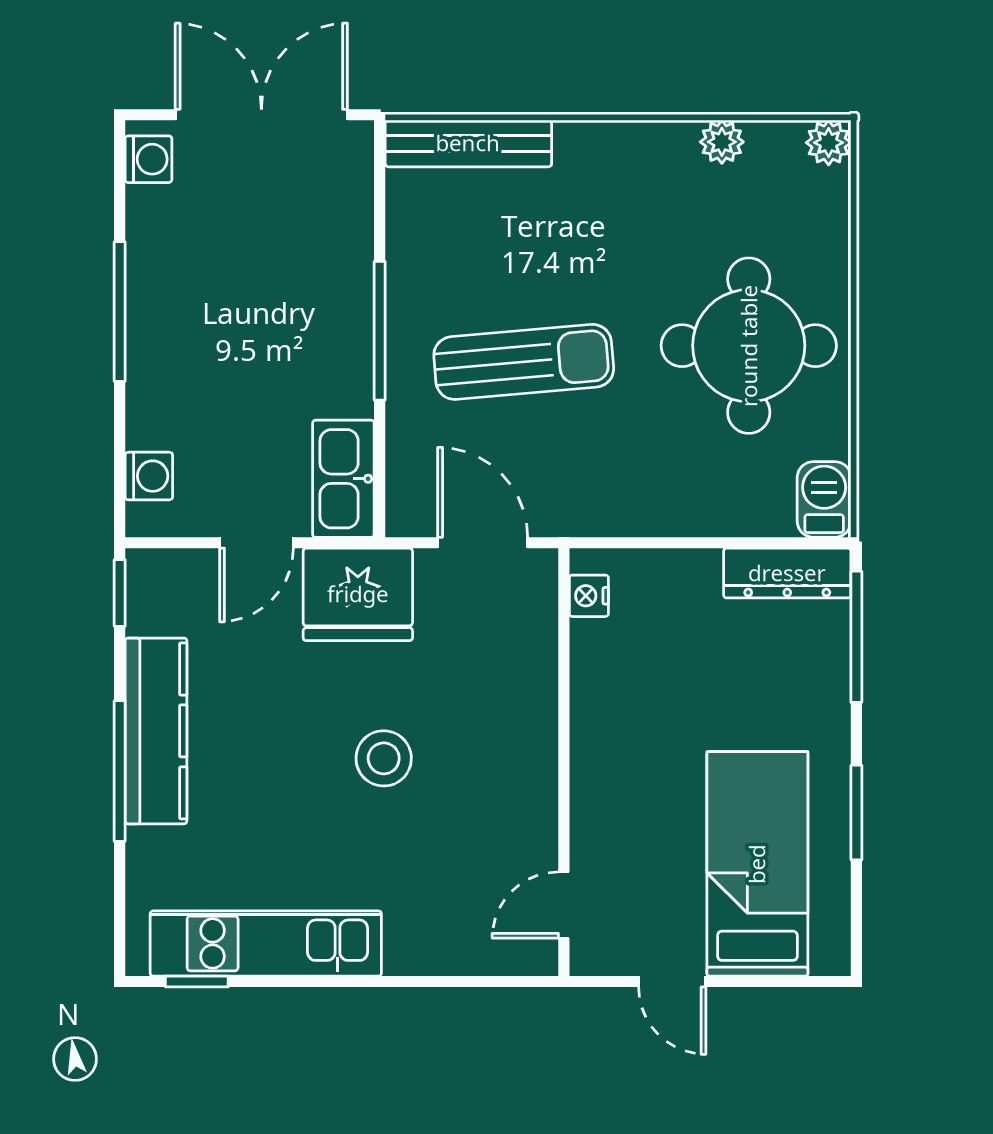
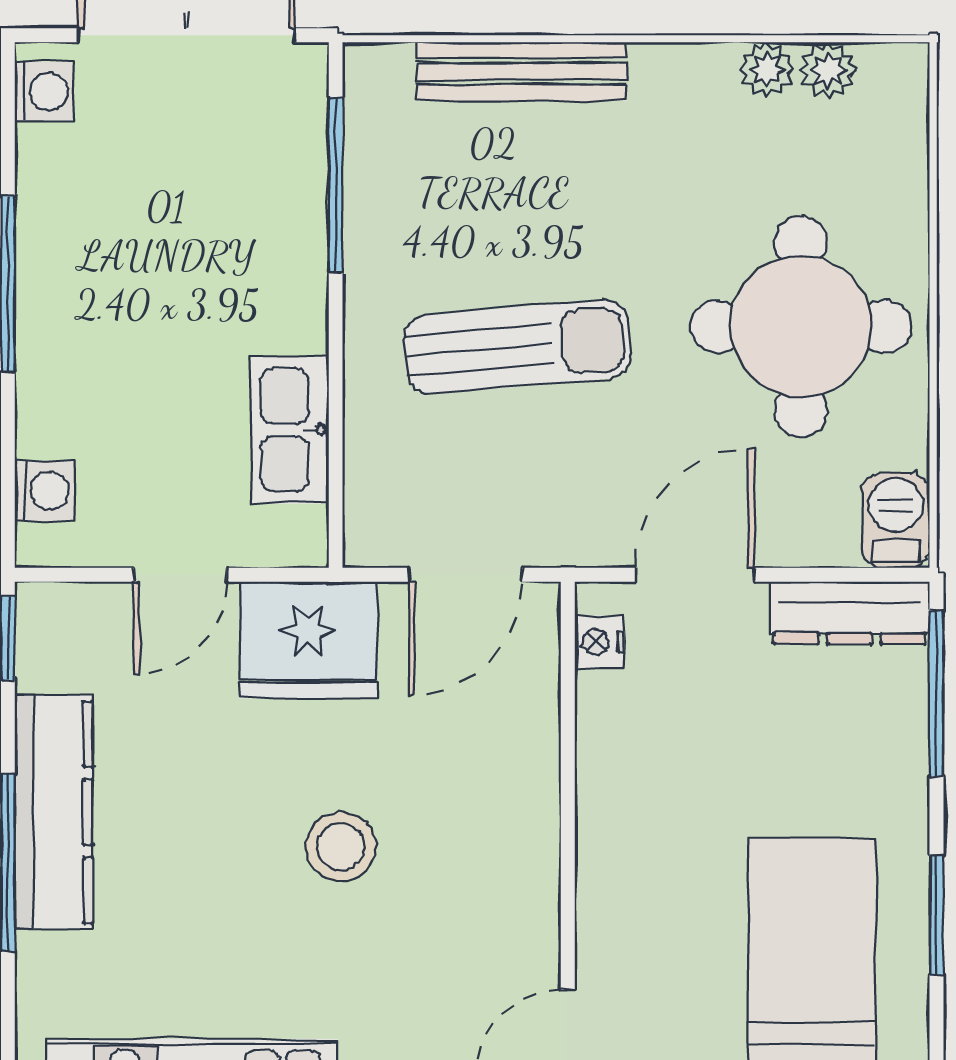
bench: (468, 143) -> (522, 72), moved
plant: (829, 143) -> (828, 70), moved
window: (380, 331) -> (336, 185), moved
kitchen sink: (343, 479) -> (290, 430), moved
door: (483, 543) -> (465, 575), swing flipped
door: (664, 543) -> (695, 575), added

